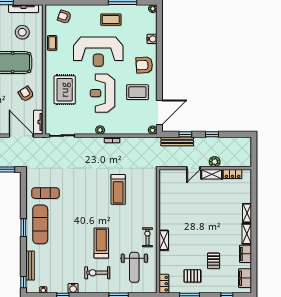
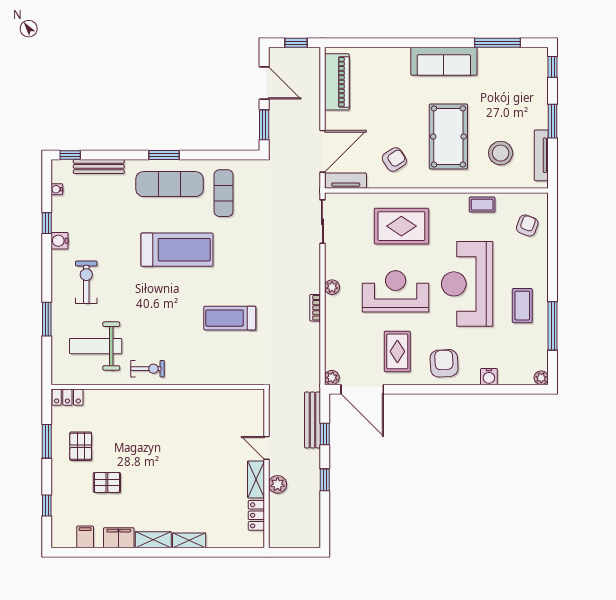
shelving: (164, 240) -> (142, 397), removed
treadmill: (101, 243) -> (177, 250), moved, width x1.37, depth x1.38
filing cabinet: (245, 278) -> (85, 537), width x0.50

